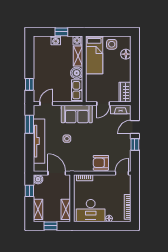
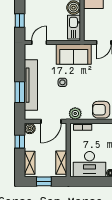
window: (29, 124) -> (20, 92), moved
plant: (78, 166) -> (75, 113), added
door: (57, 173) -> (51, 121), swing flipped

